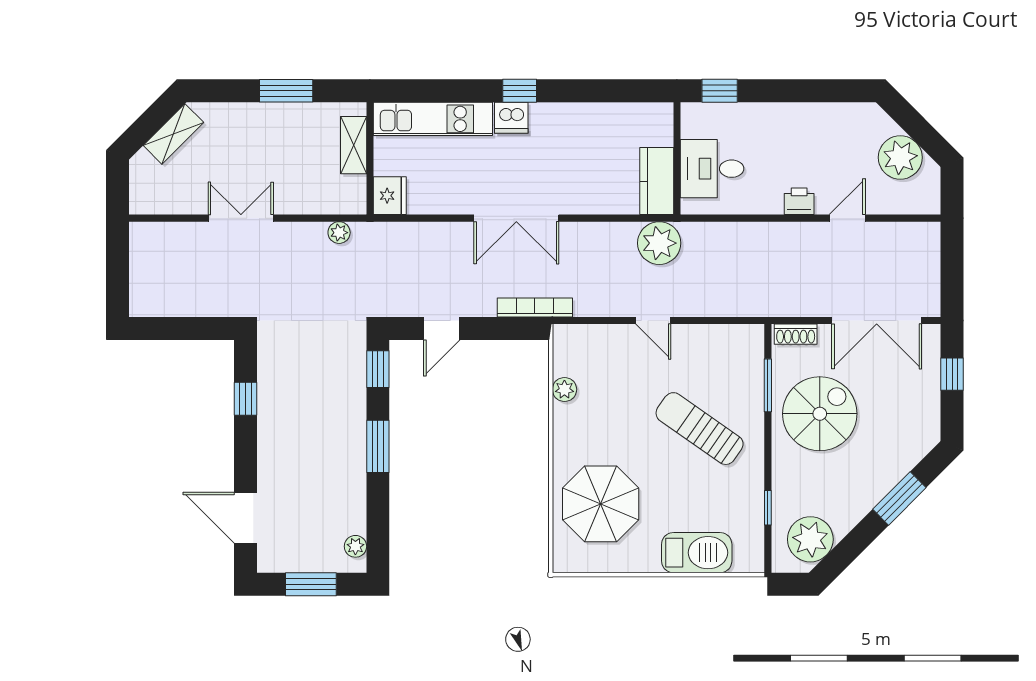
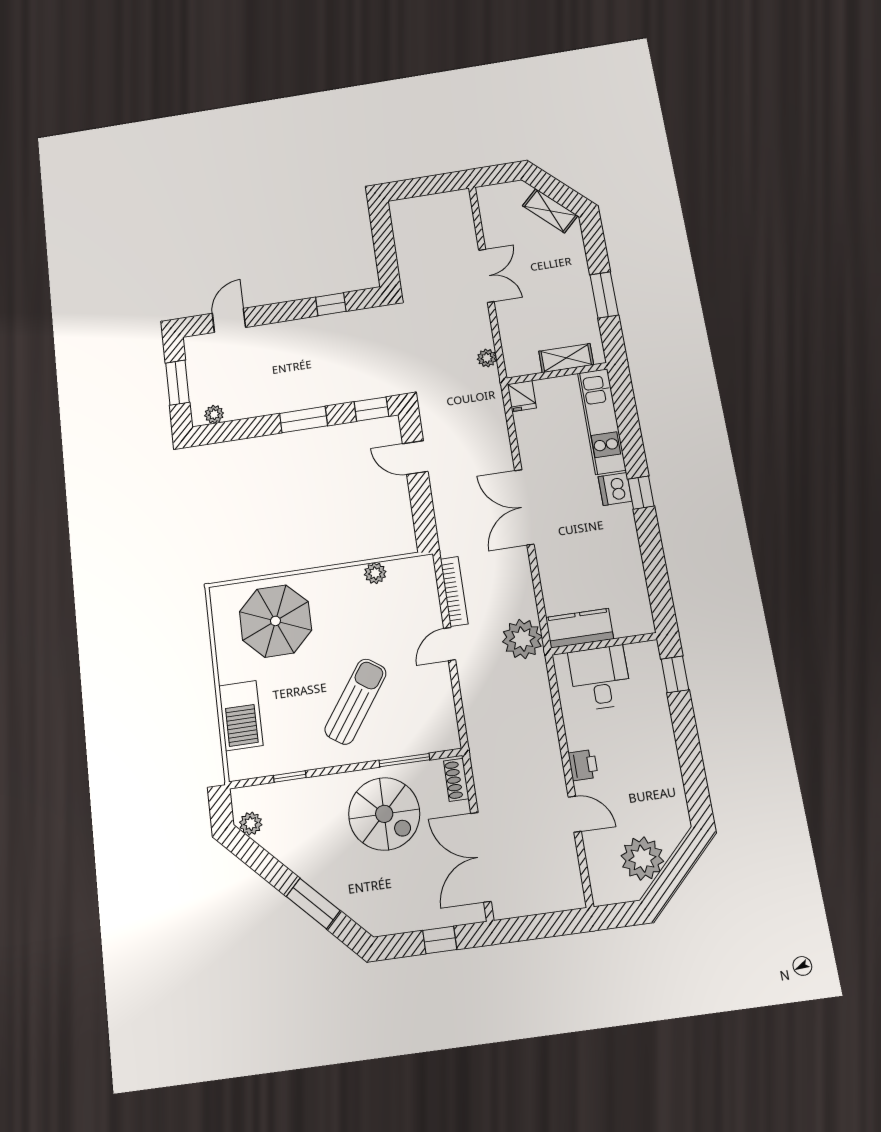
fridge: (390, 196) -> (522, 396), width x0.72
bookcase: (535, 307) -> (454, 591), moved
door: (245, 518) -> (229, 320), width x0.73
plant: (810, 539) -> (251, 824), width x0.53, depth x0.53

